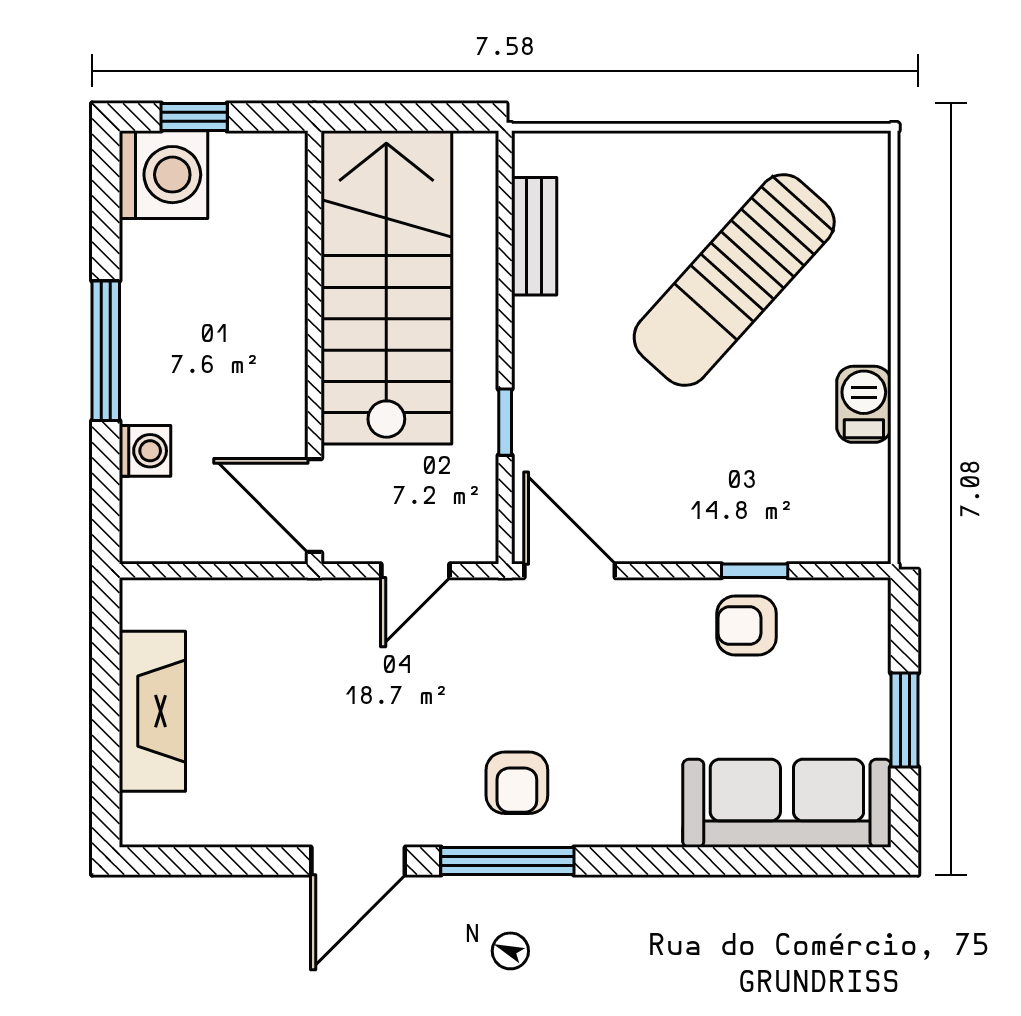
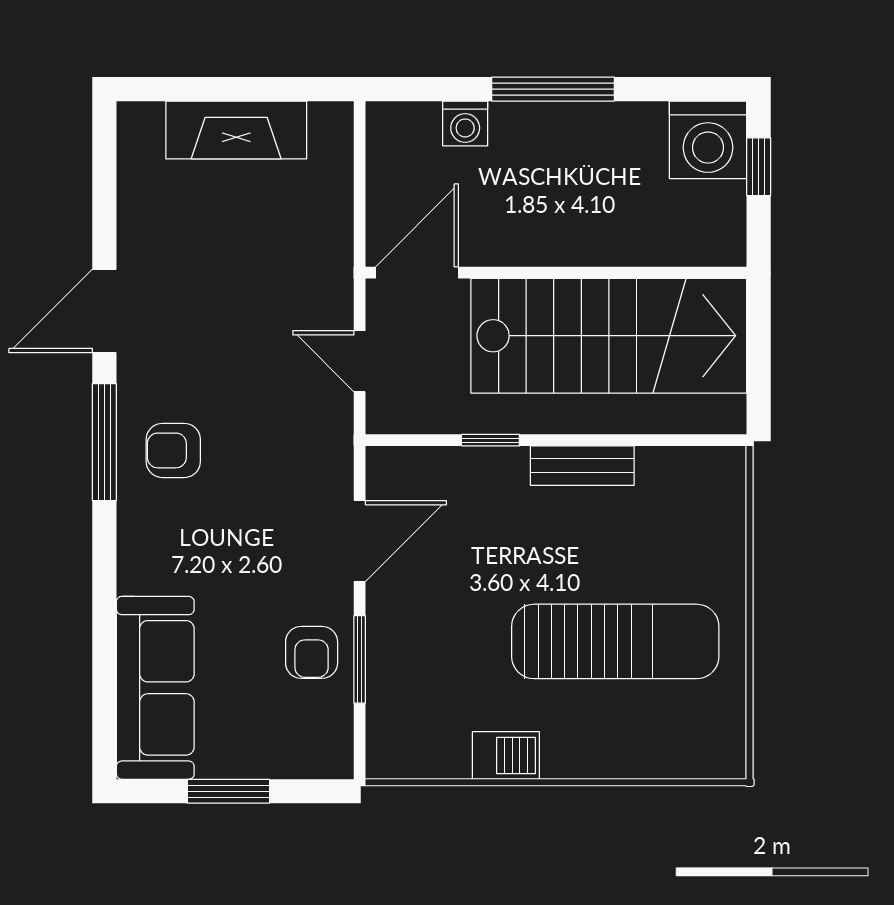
bench: (534, 236) -> (582, 466), moved
sun lounger: (734, 280) -> (615, 641), turned 138
door: (570, 571) -> (360, 541), moved
window: (755, 571) -> (360, 659), width x1.50
armchair: (747, 626) -> (312, 652), turned 180
door: (358, 861) -> (104, 311), hinge flipped

